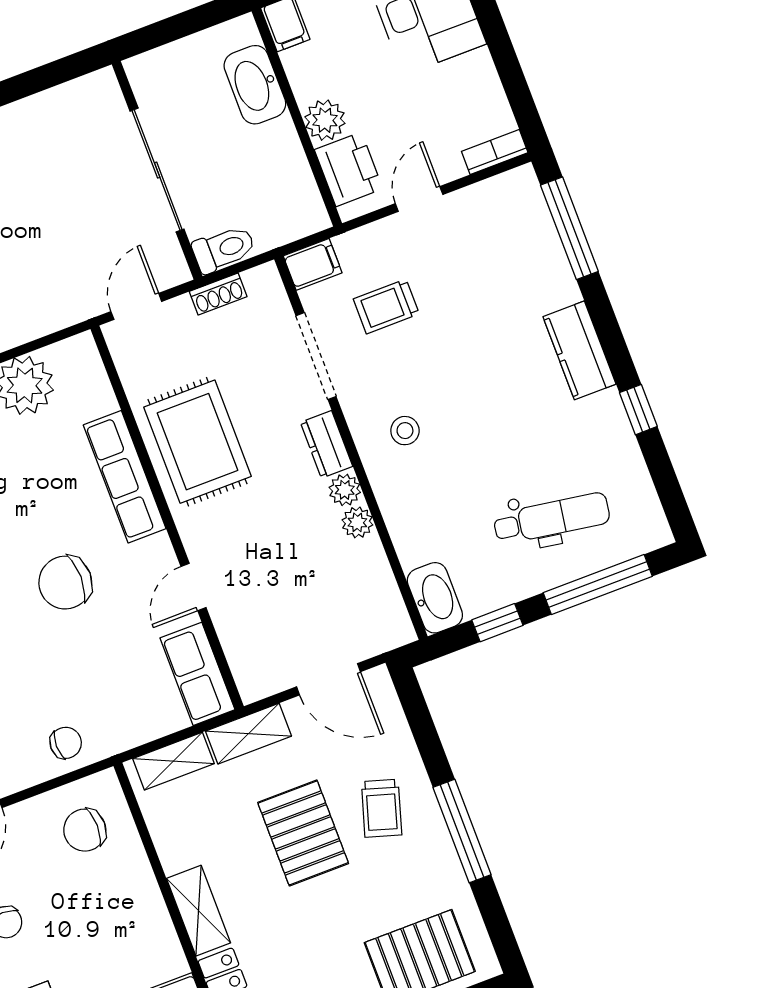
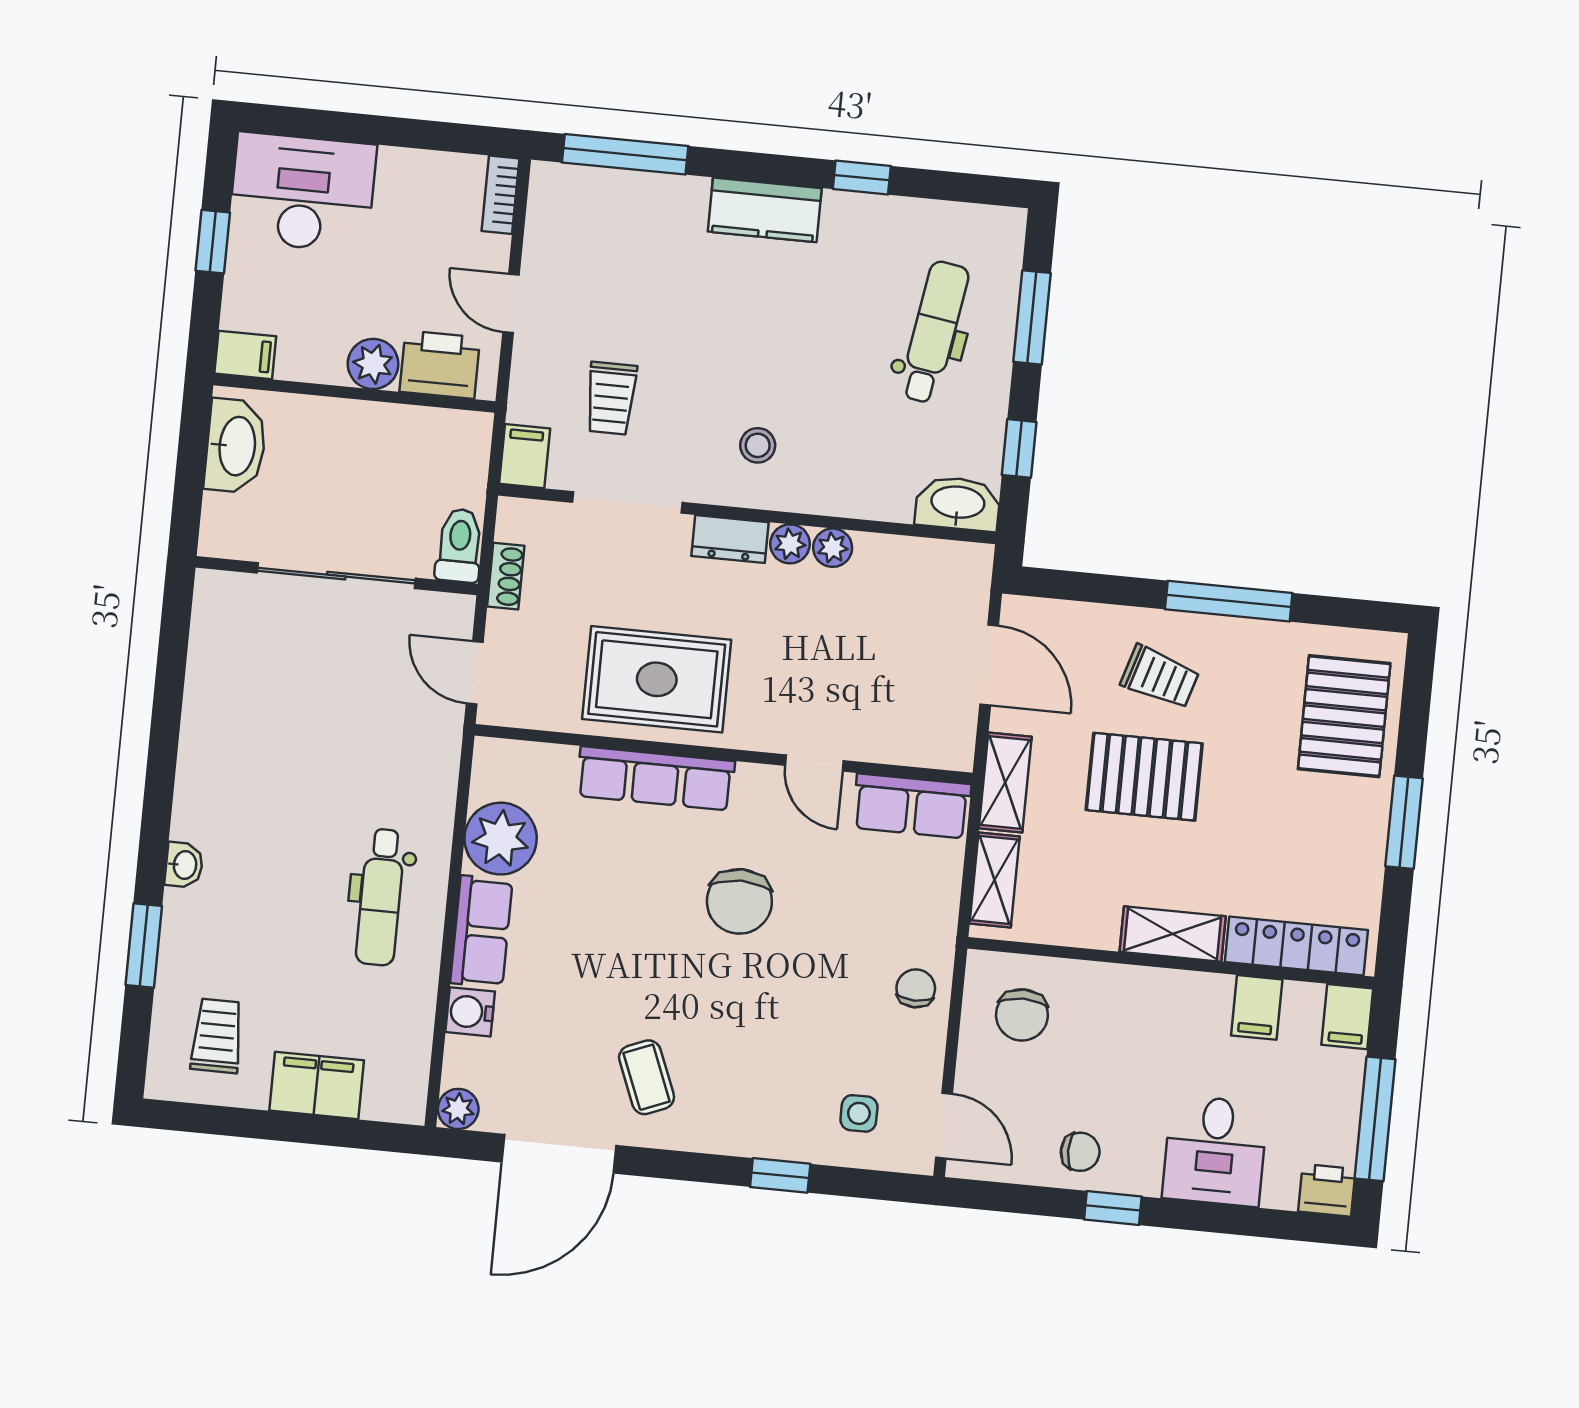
washbasin: (255, 85) -> (236, 446), moved, turned -90
window: (598, 585) -> (1032, 317), width x0.69
door: (328, 679) -> (989, 665), hinge flipped

